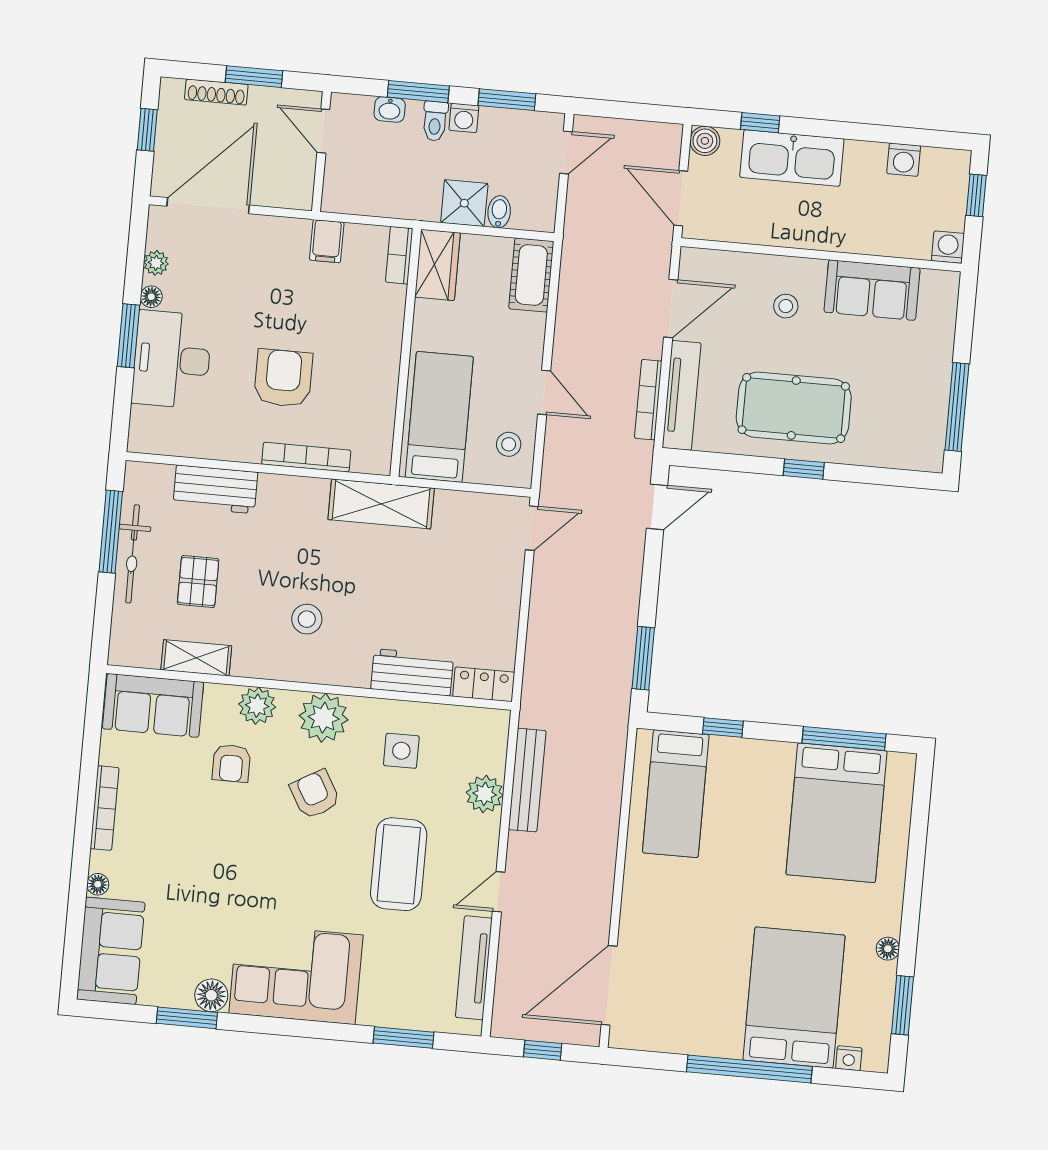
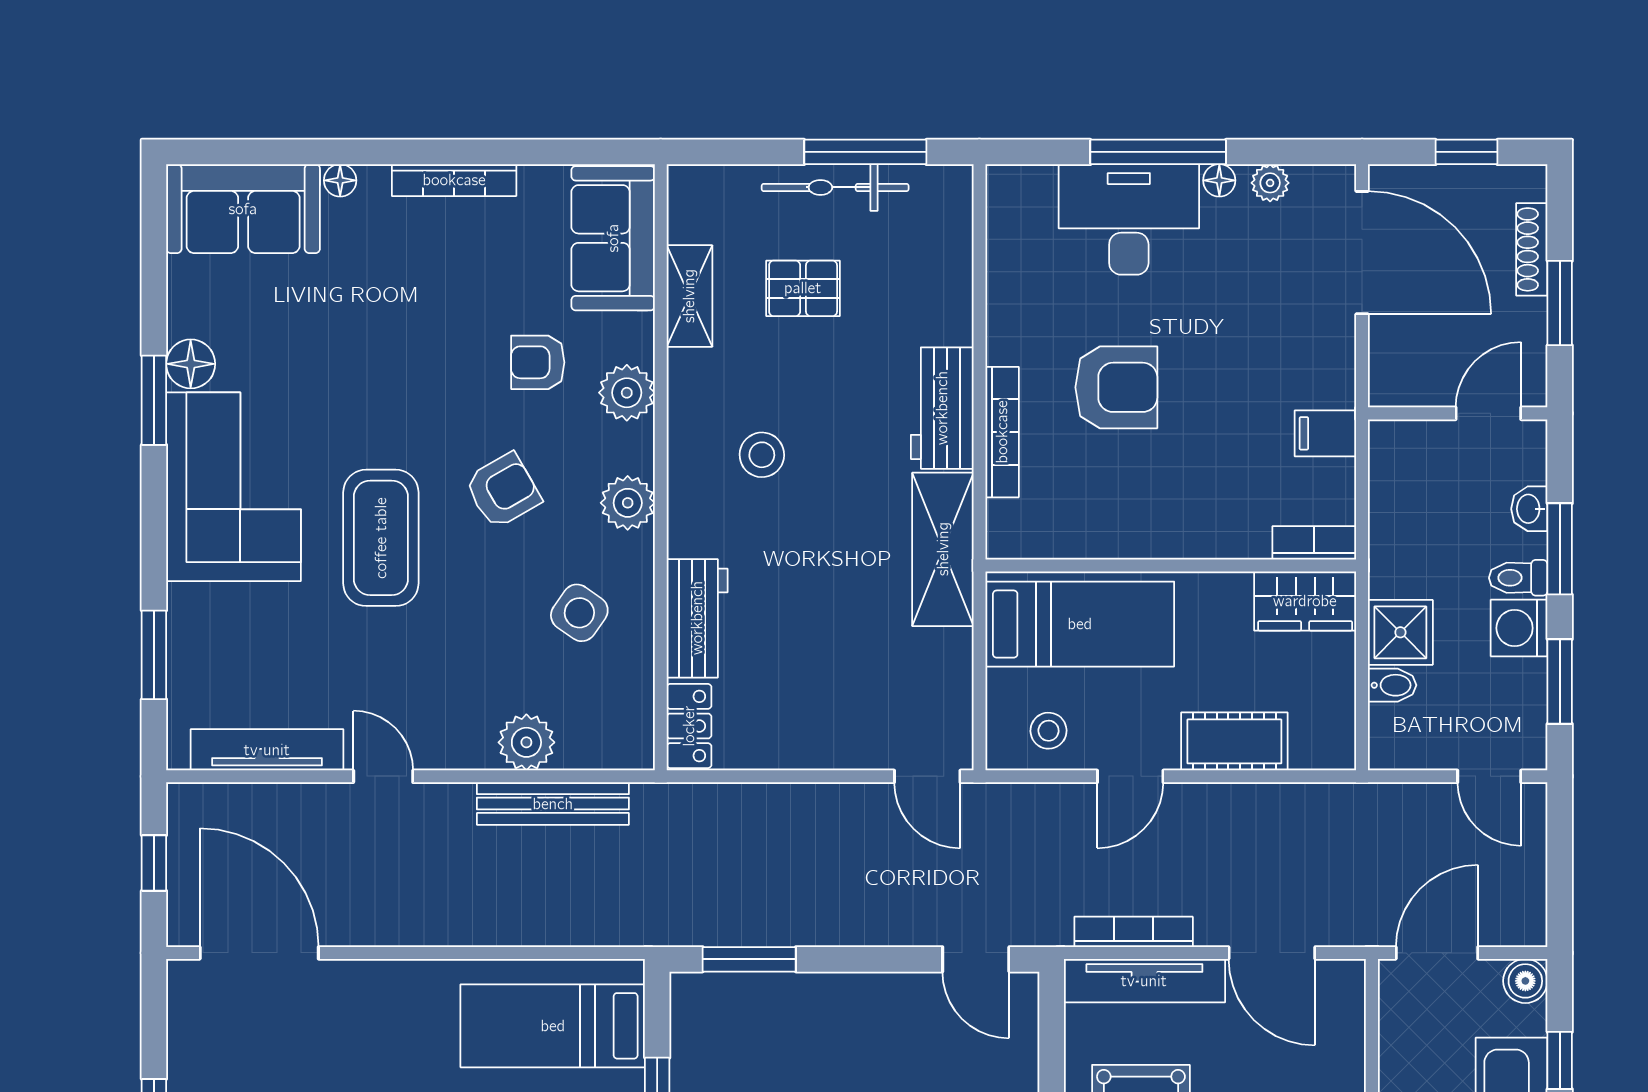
washing machine: (464, 118) -> (1519, 628), width x1.38, depth x1.38
cot: (531, 275) -> (1234, 741), moved
window: (128, 336) -> (1158, 152), width x1.44
workbench: (215, 489) -> (942, 408), moved
plant: (324, 718) -> (628, 503), width x0.73, depth x0.73
side table: (401, 751) -> (579, 613), turned 35
coffee table: (399, 864) -> (381, 538), moved, turned 90
window: (187, 1018) -> (154, 400), moved

